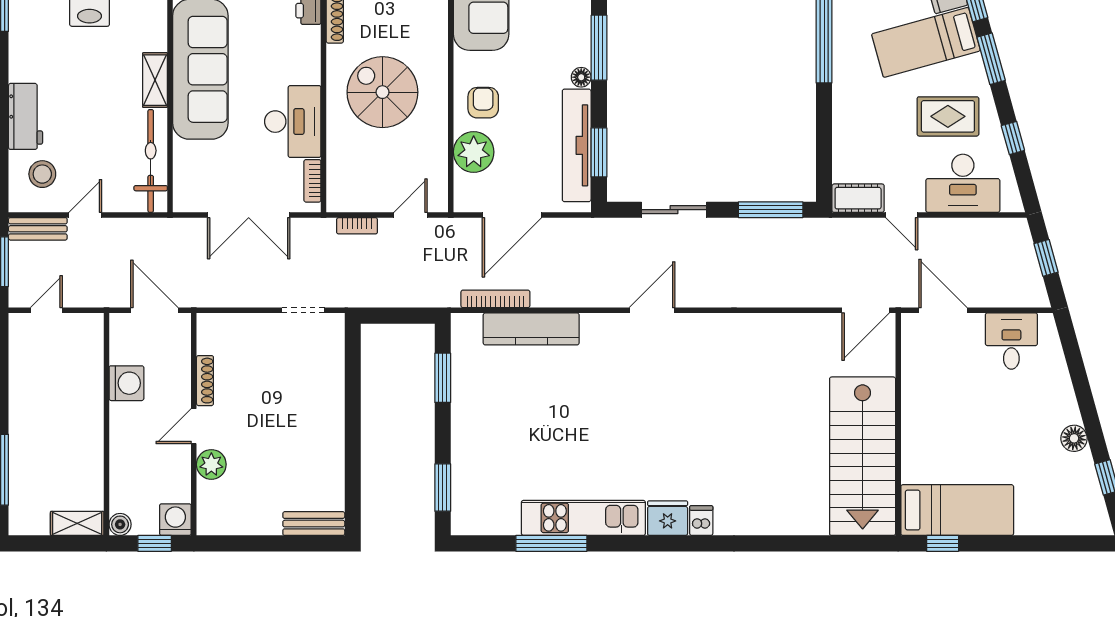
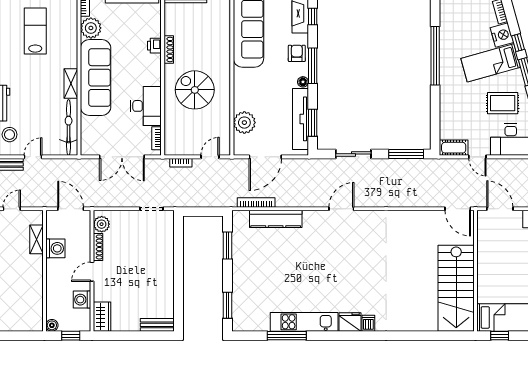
armchair: (483, 103) -> (297, 53), moved
door: (866, 310) -> (458, 209), hinge flipped
plant: (211, 464) -> (102, 224), moved
wardrobe: (212, 508) -> (102, 317), added
washing machine: (175, 520) -> (82, 300), moved, turned -90
shelving: (77, 523) -> (36, 239), moved, turned 90

